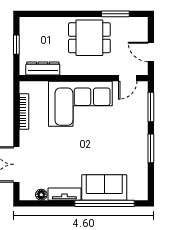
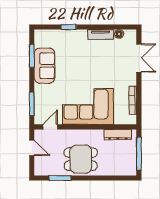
window: (16, 45) -> (139, 154), width x2.17
window: (151, 148) -> (32, 56), moved
sofa: (104, 187) -> (44, 66), moved, turned -90
window: (105, 203) -> (69, 27), width x0.32

